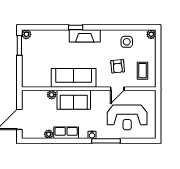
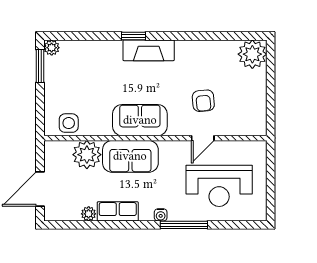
plant: (151, 34) -> (252, 54), width x1.87, depth x1.87
side table: (127, 42) -> (69, 123), moved
coffee table: (143, 71) -> (245, 108), removed
sofa: (74, 78) -> (140, 120), width x0.73
plant: (52, 95) -> (87, 155), width x1.87, depth x1.87

